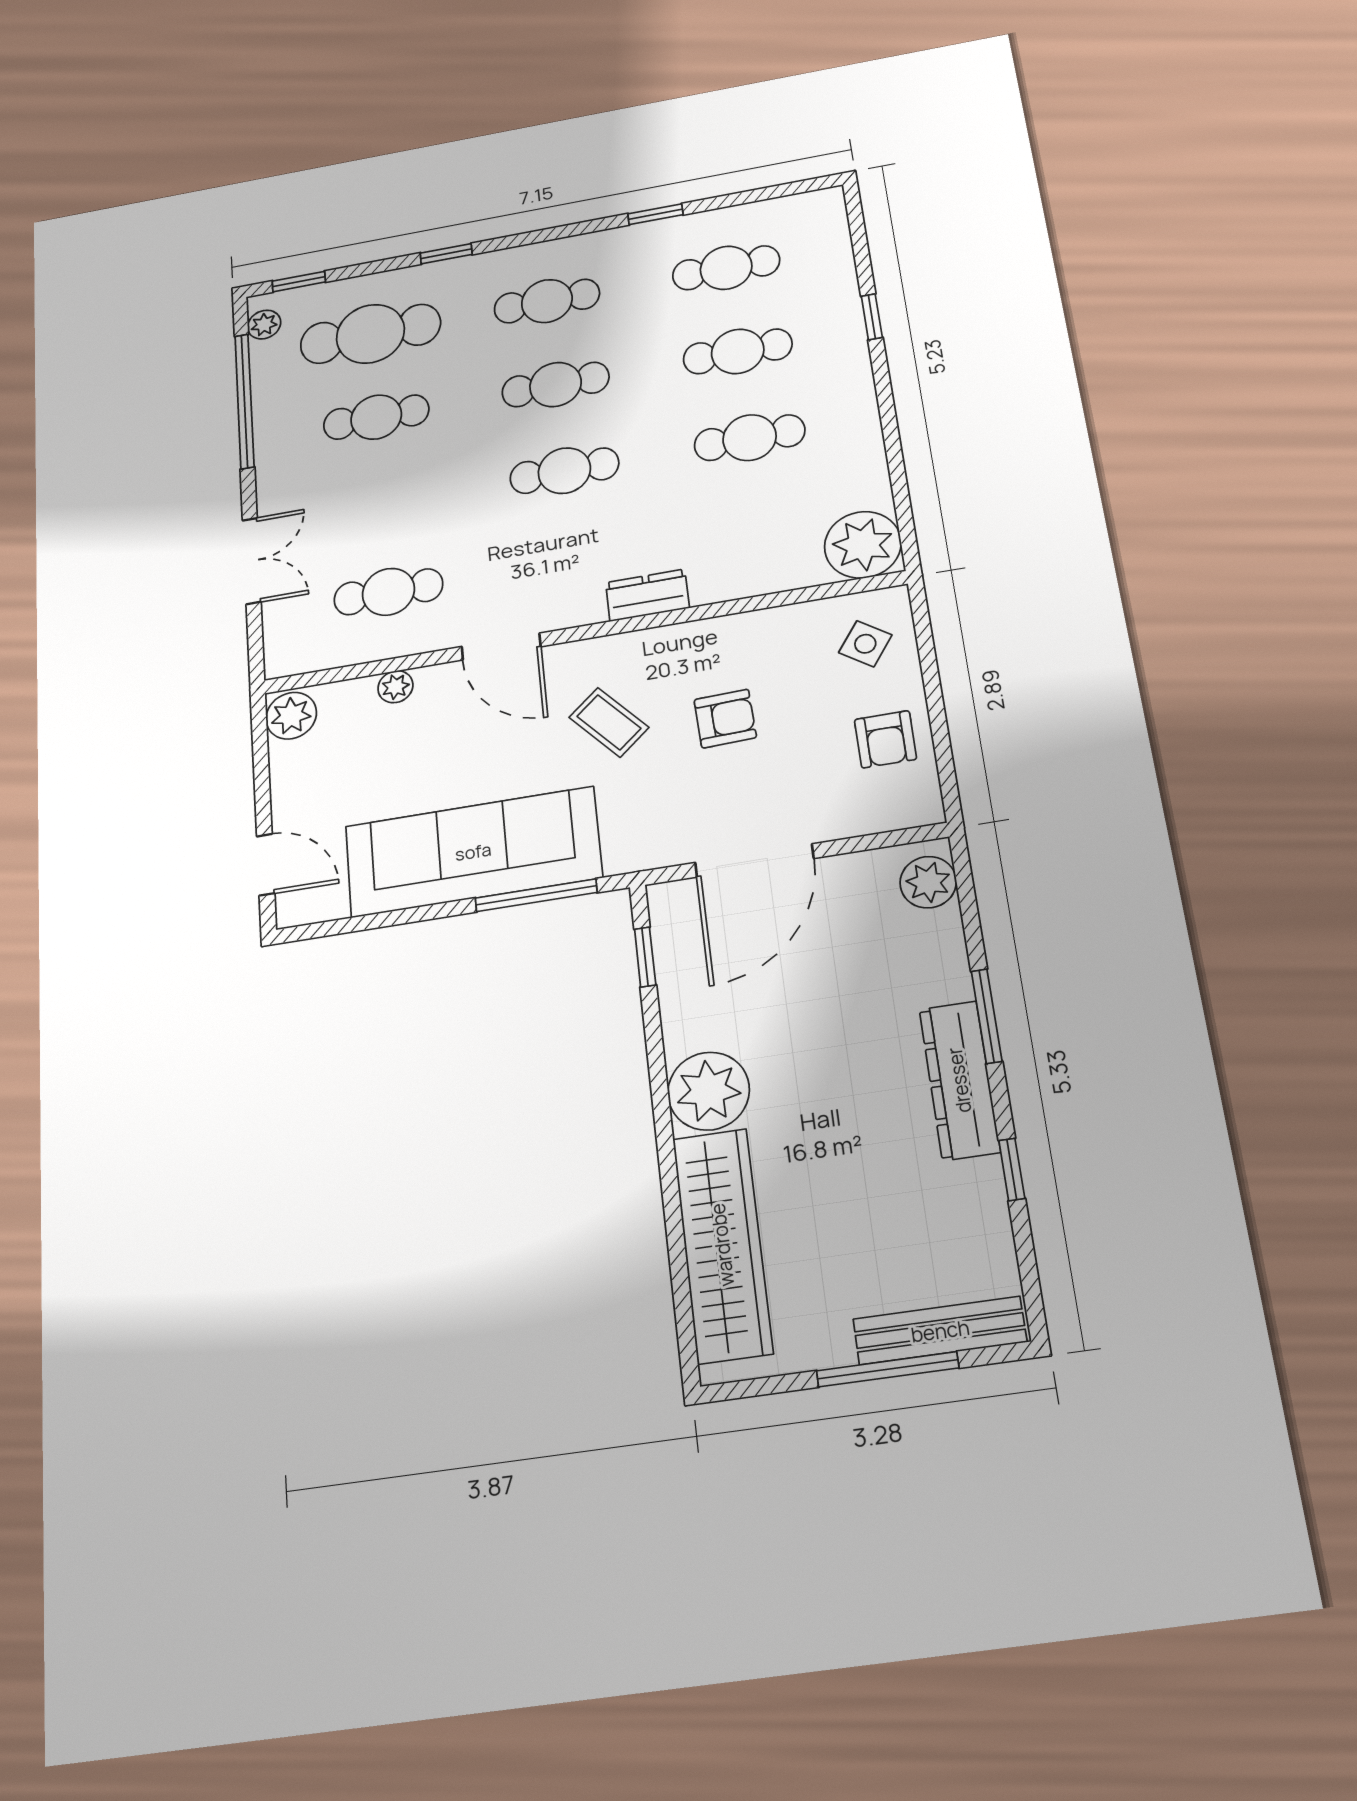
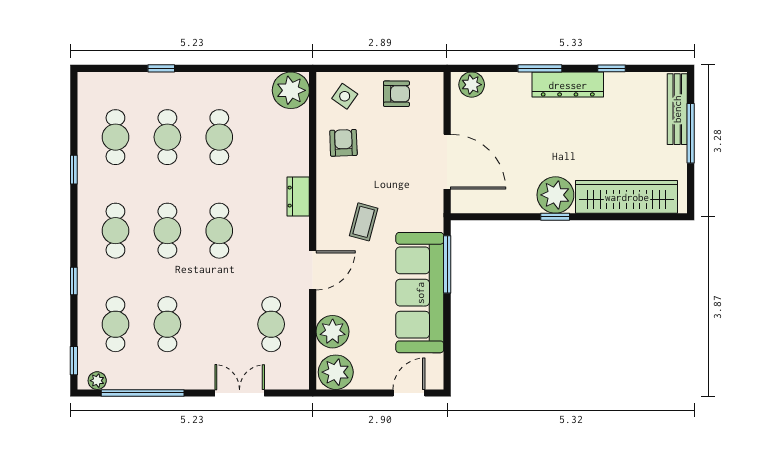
cafe table: (370, 334) -> (115, 324), width x0.73, depth x0.74
plant: (395, 687) -> (333, 332), width x1.88, depth x1.88
plant: (291, 716) -> (336, 372), width x1.36, depth x1.36
armchair: (725, 719) -> (343, 143), moved
coffee table: (609, 722) -> (364, 222), turned -34
window: (645, 957) -> (555, 217), moved

